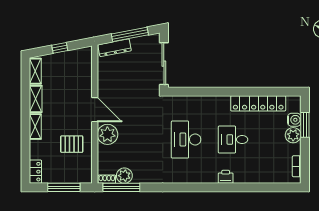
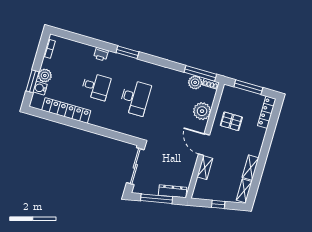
shelving: (35, 127) -> (205, 168), moved
plant: (107, 134) -> (202, 111), moved
locker: (35, 172) -> (267, 112), width x1.53
printer: (226, 177) -> (101, 54), moved
window: (209, 187) -> (127, 52), added

